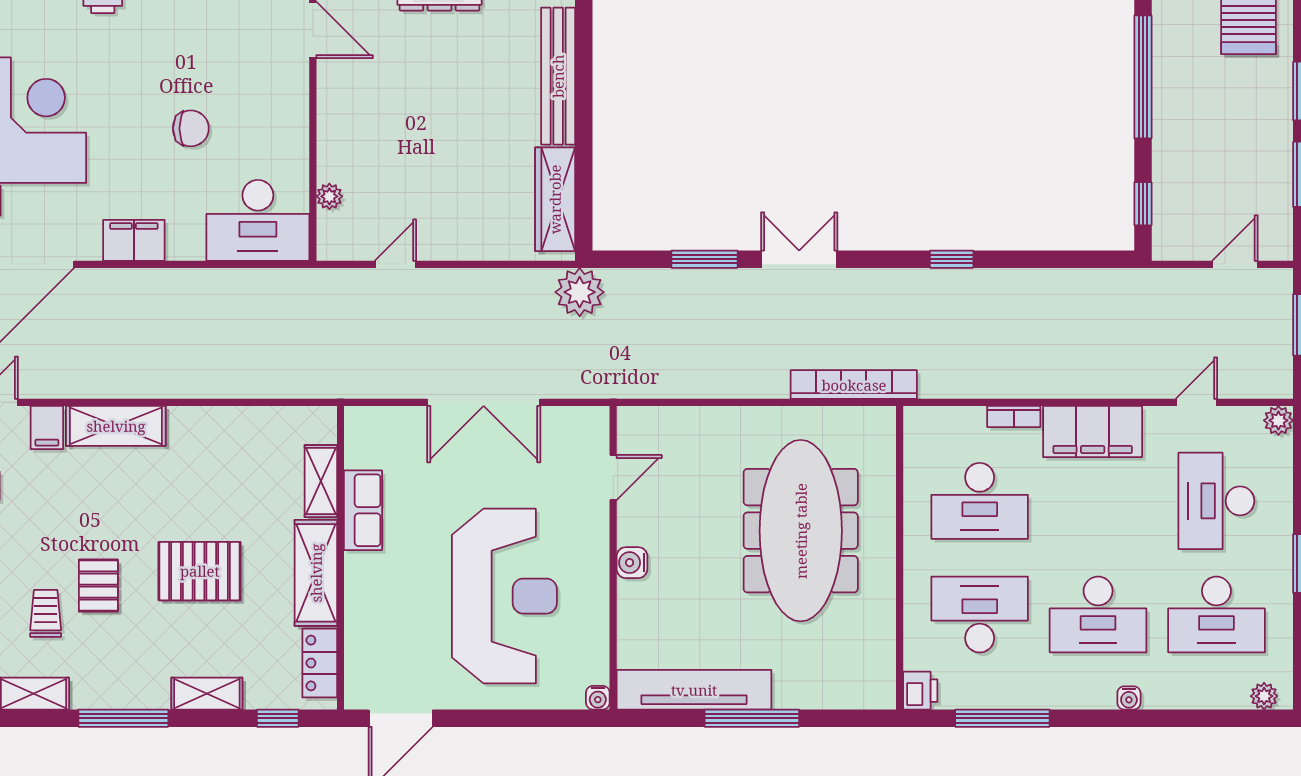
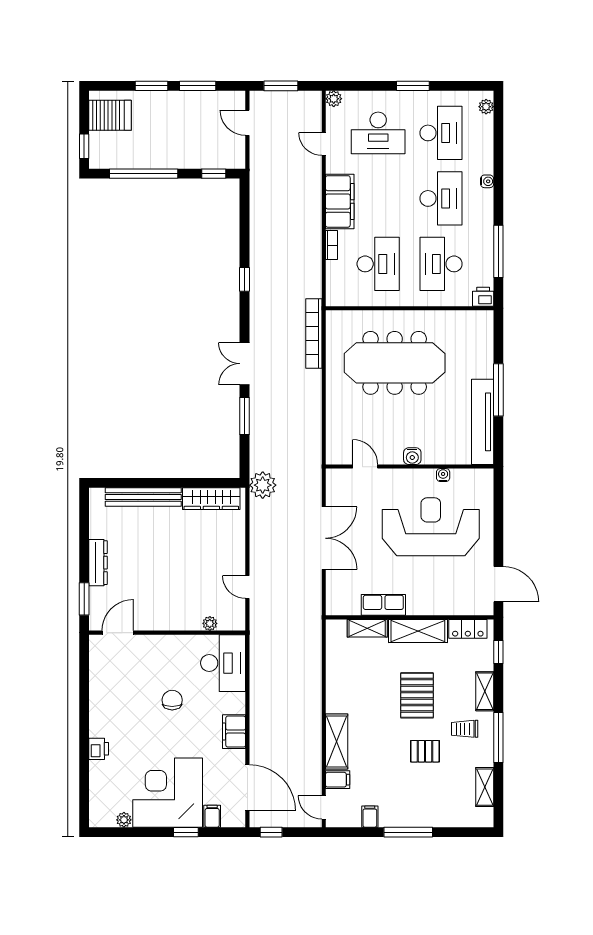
trolley: (46, 613) -> (465, 729), moved
water cooler: (598, 698) -> (443, 475), moved, turned -90

